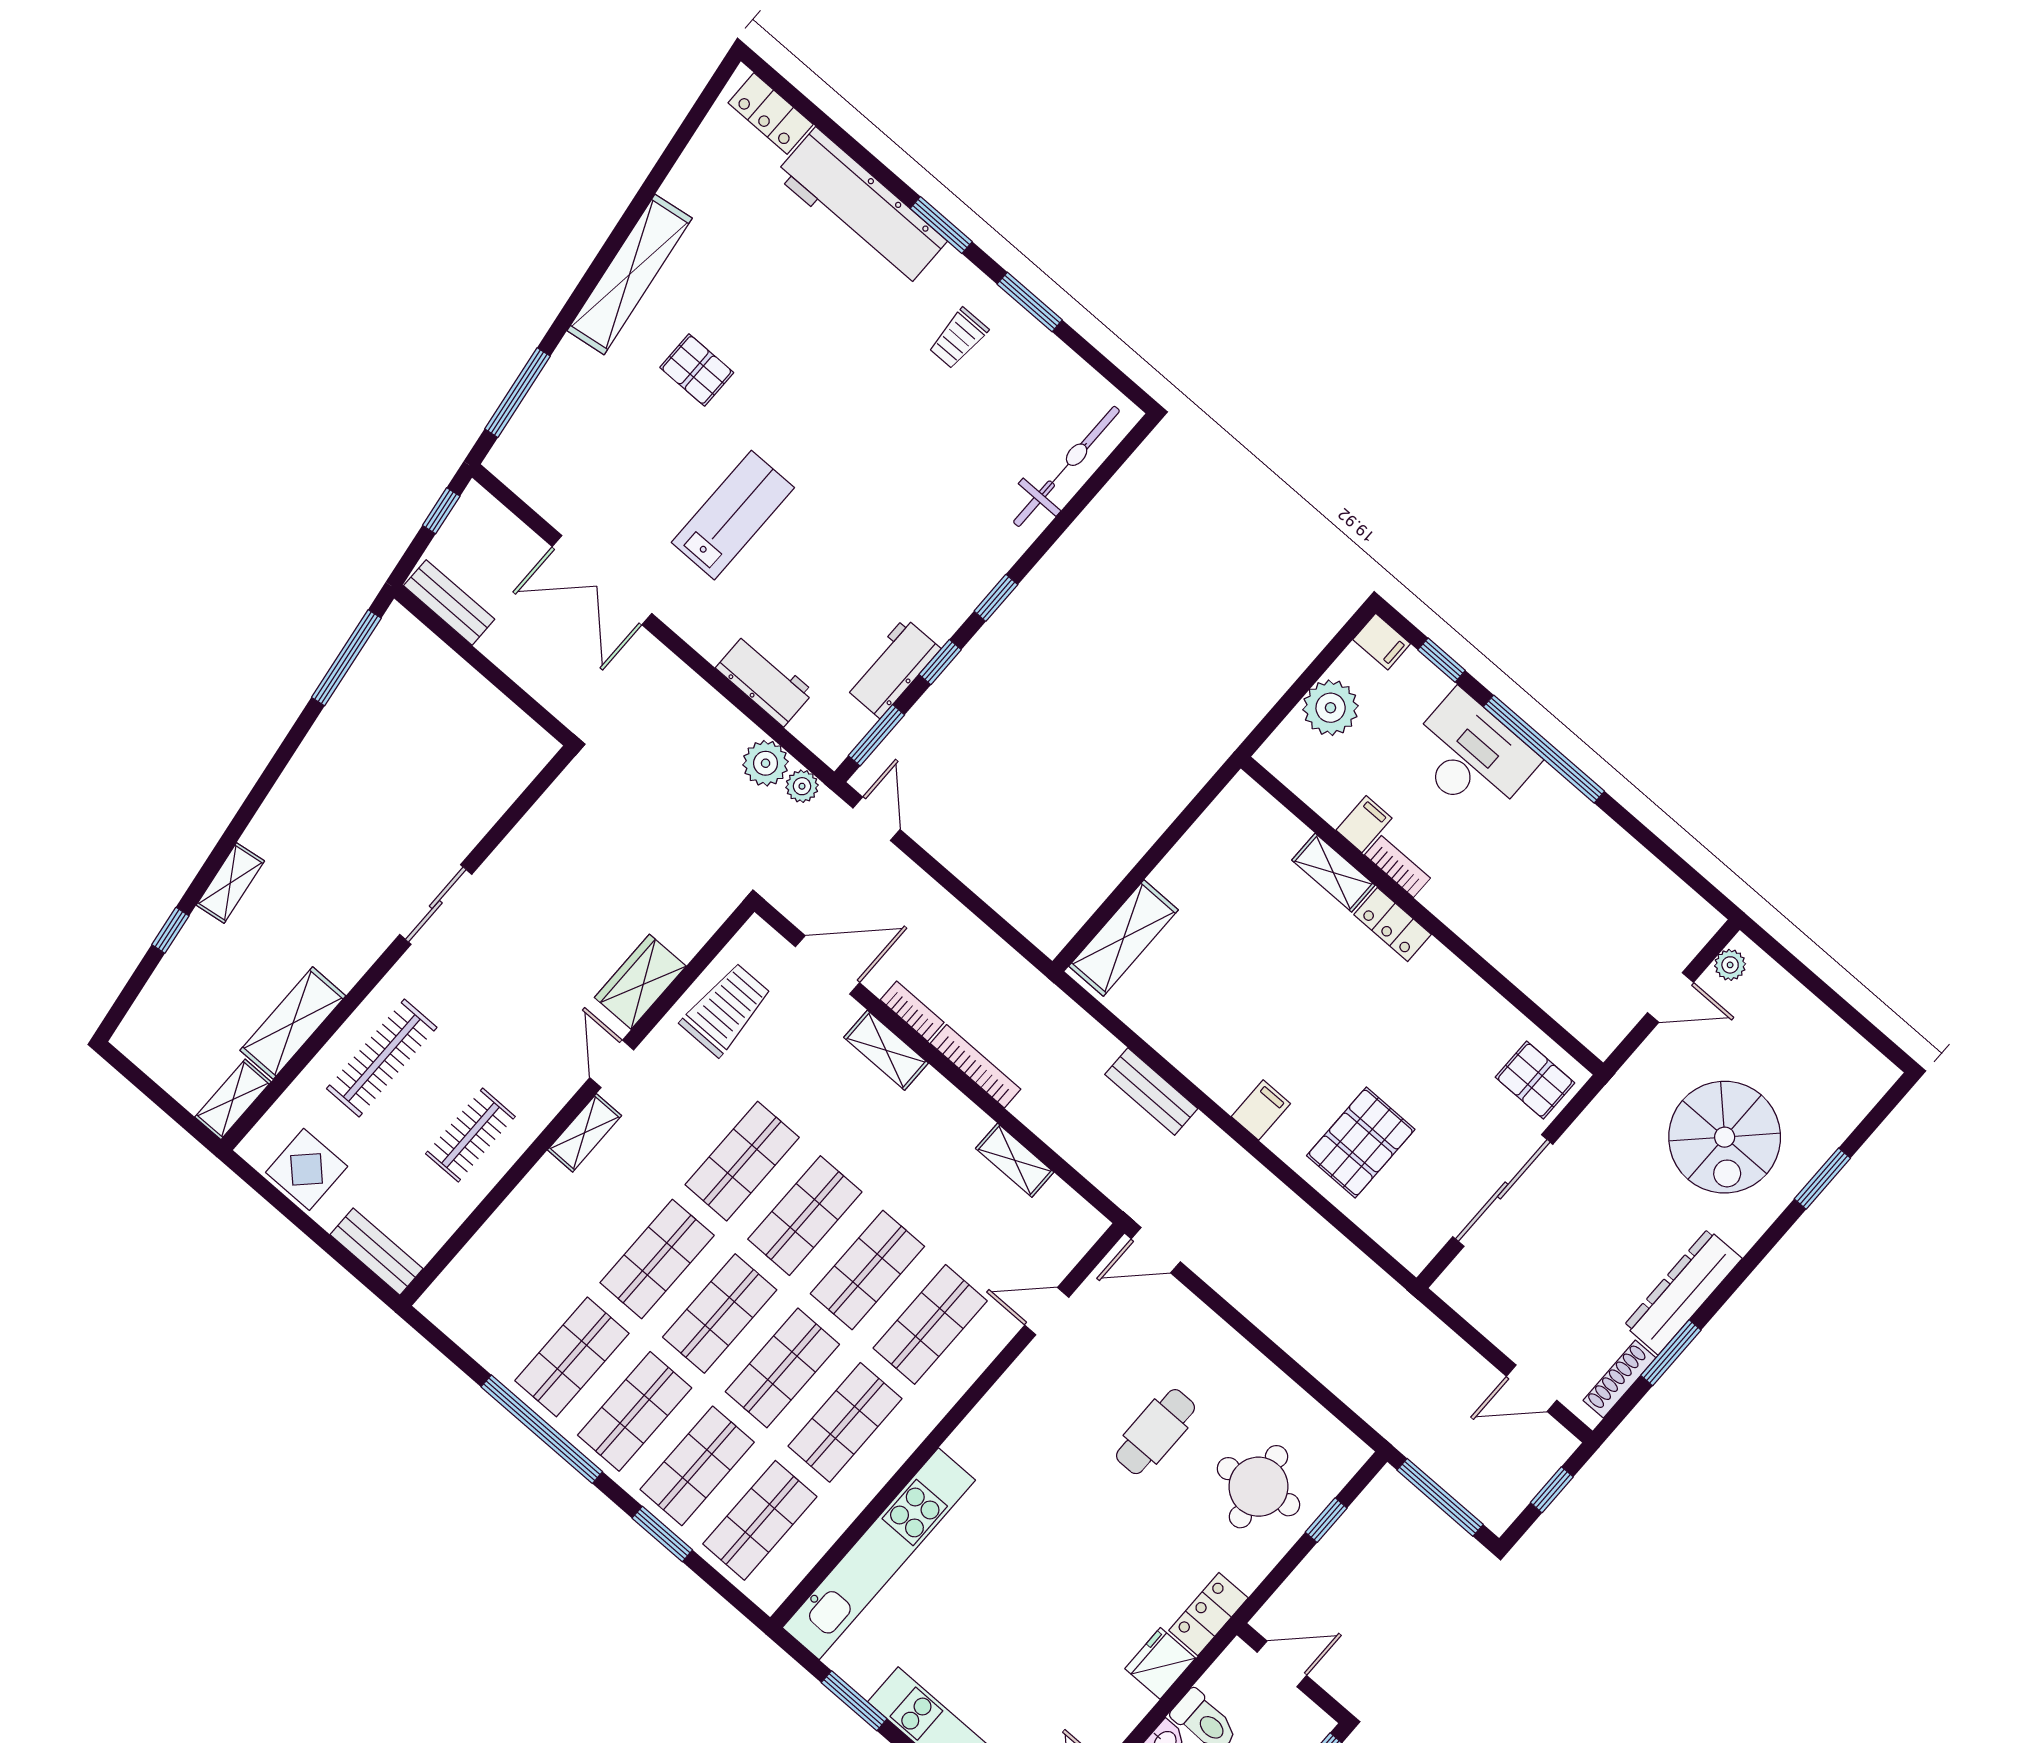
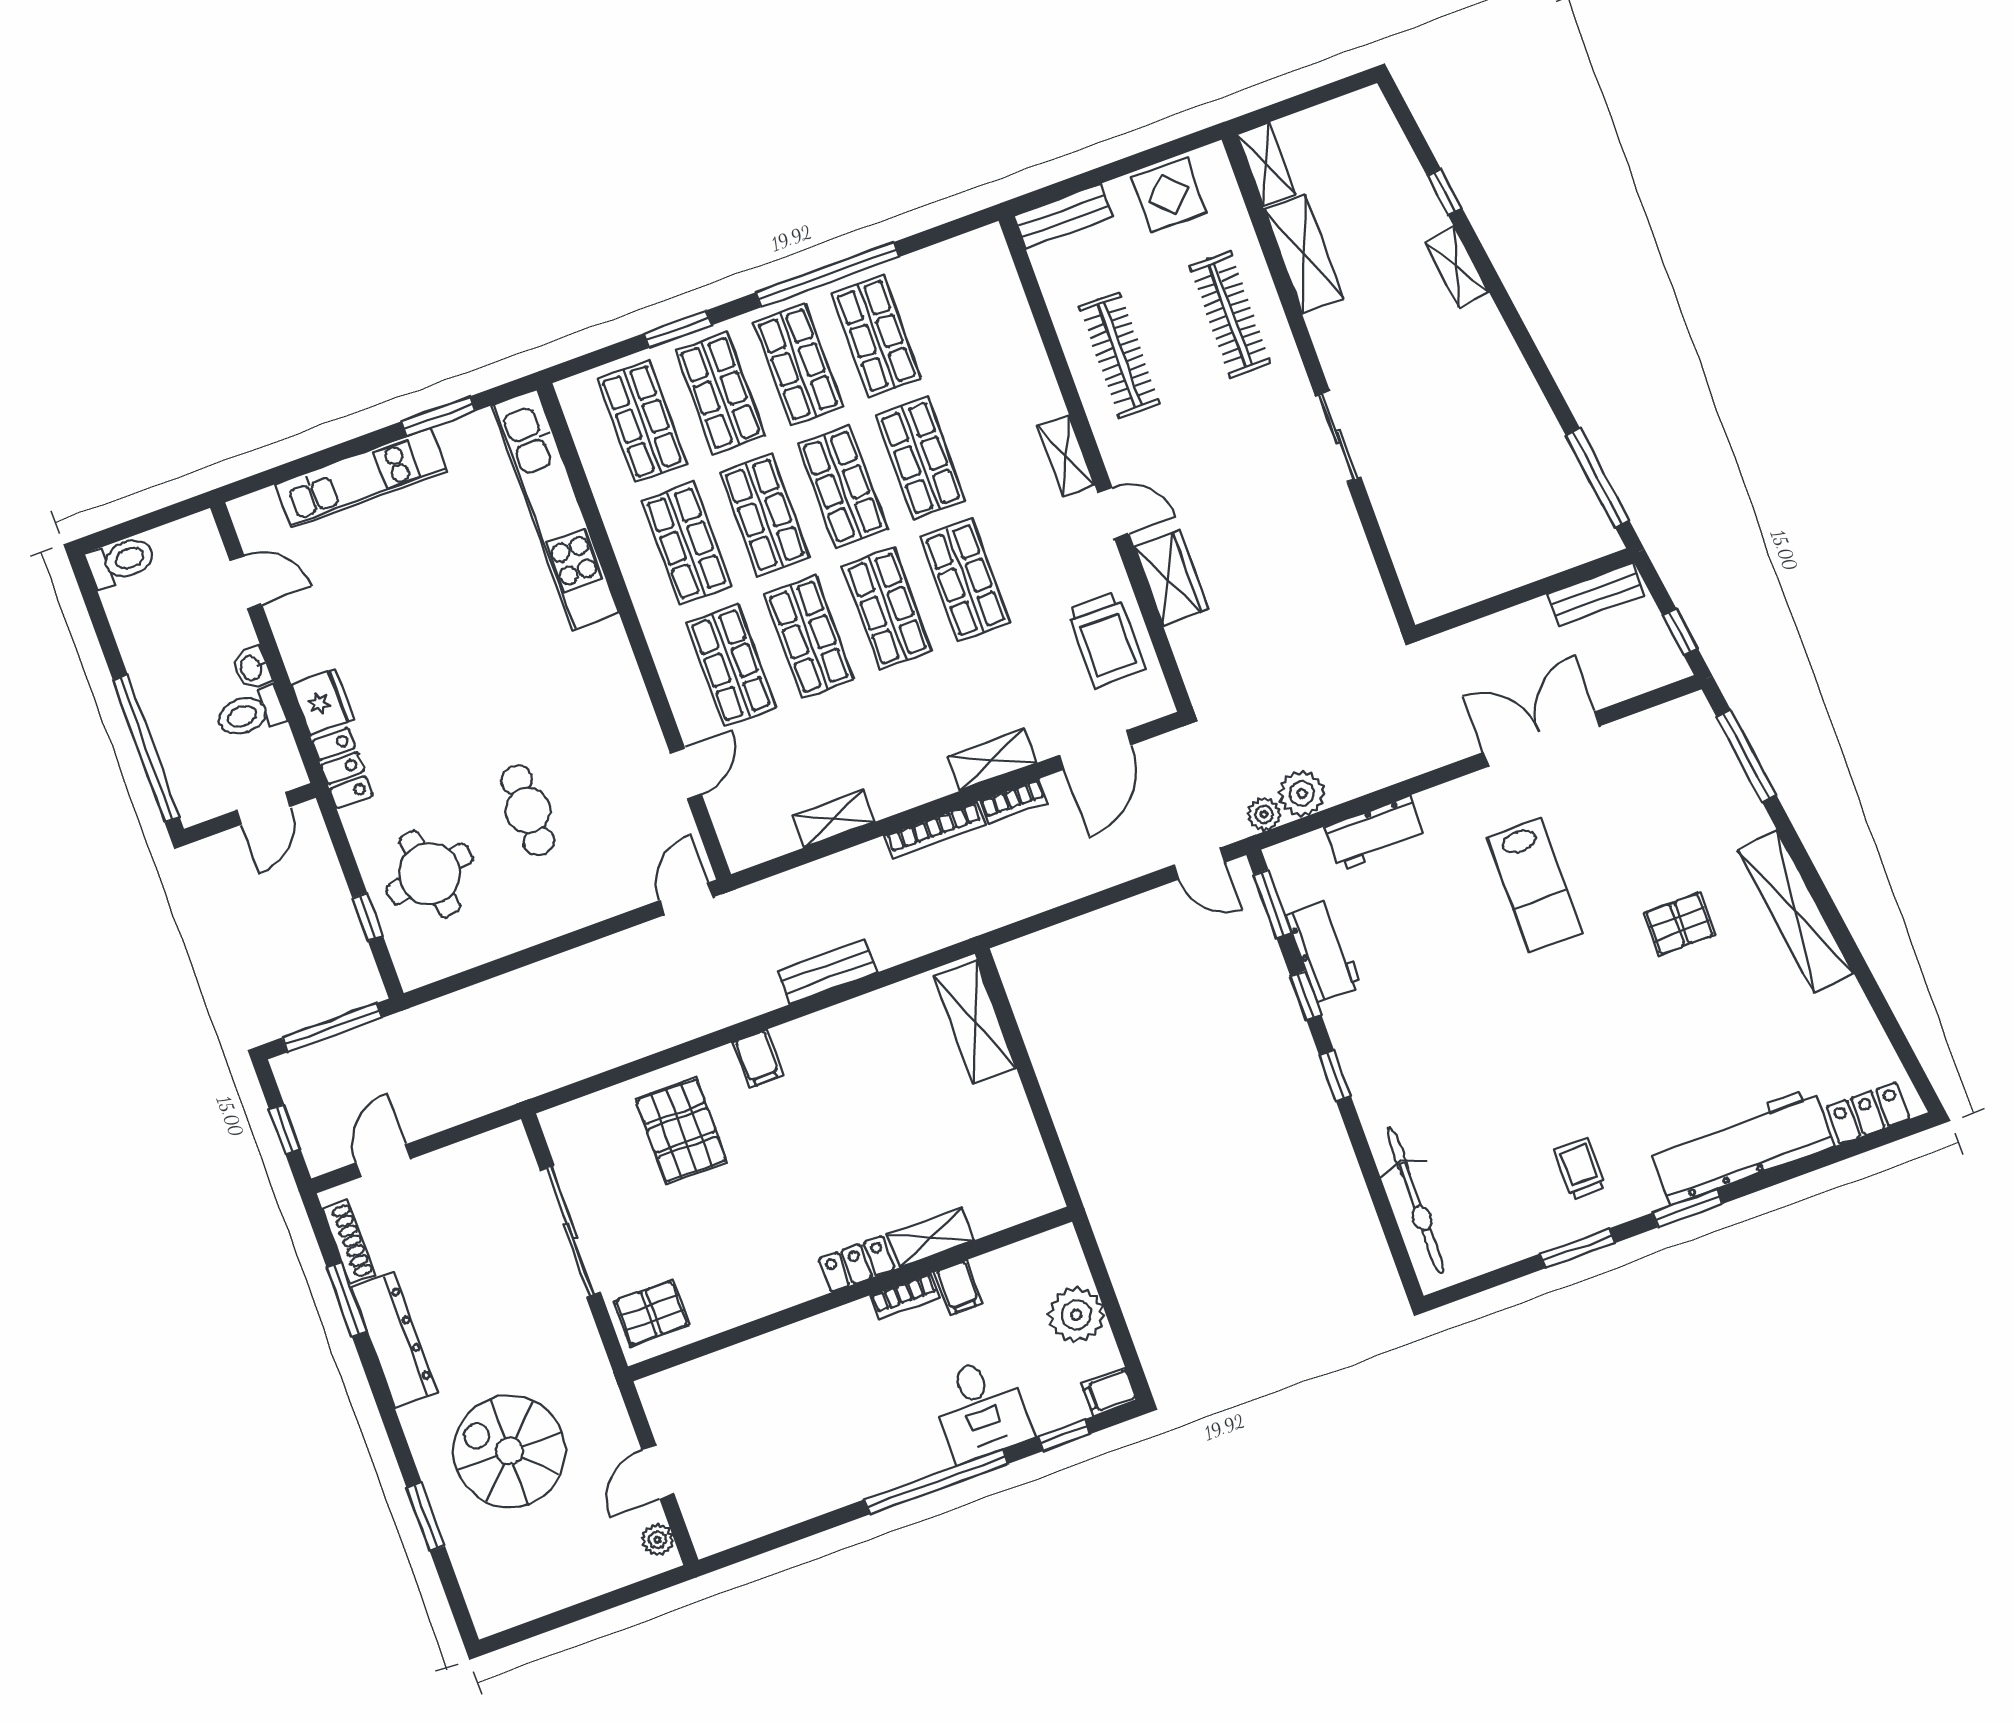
desk: (1471, 756) -> (980, 1409), width x0.73
clothes rail: (470, 1135) -> (1120, 355), width x1.36

